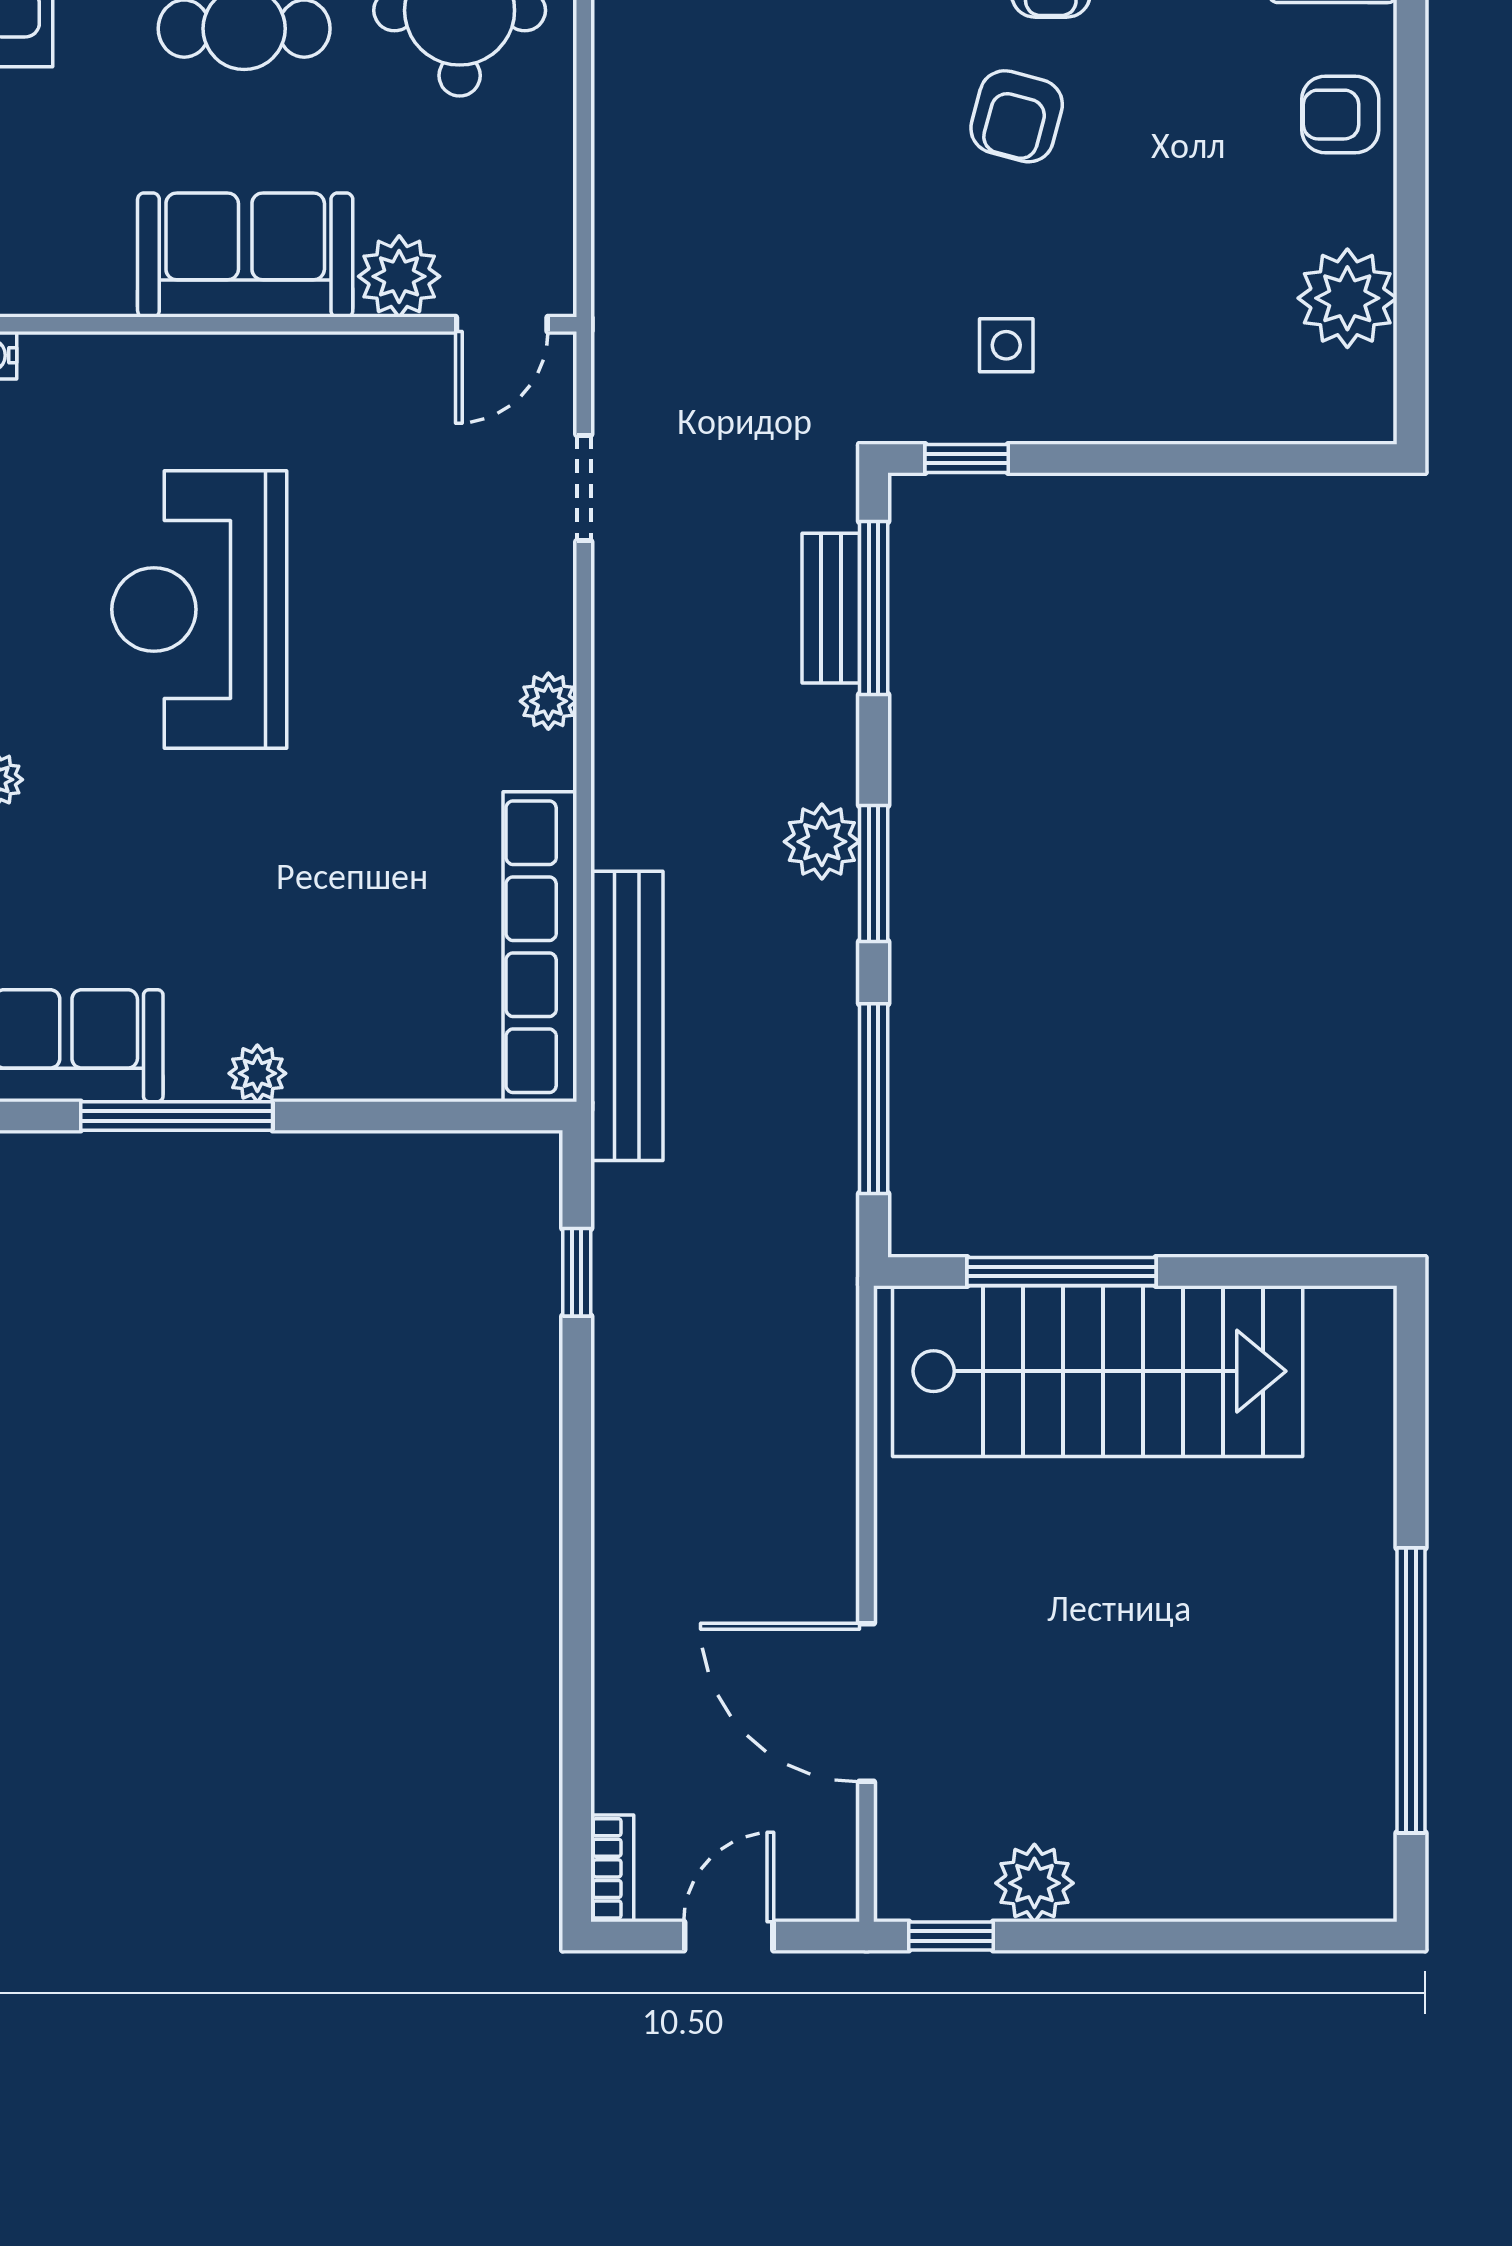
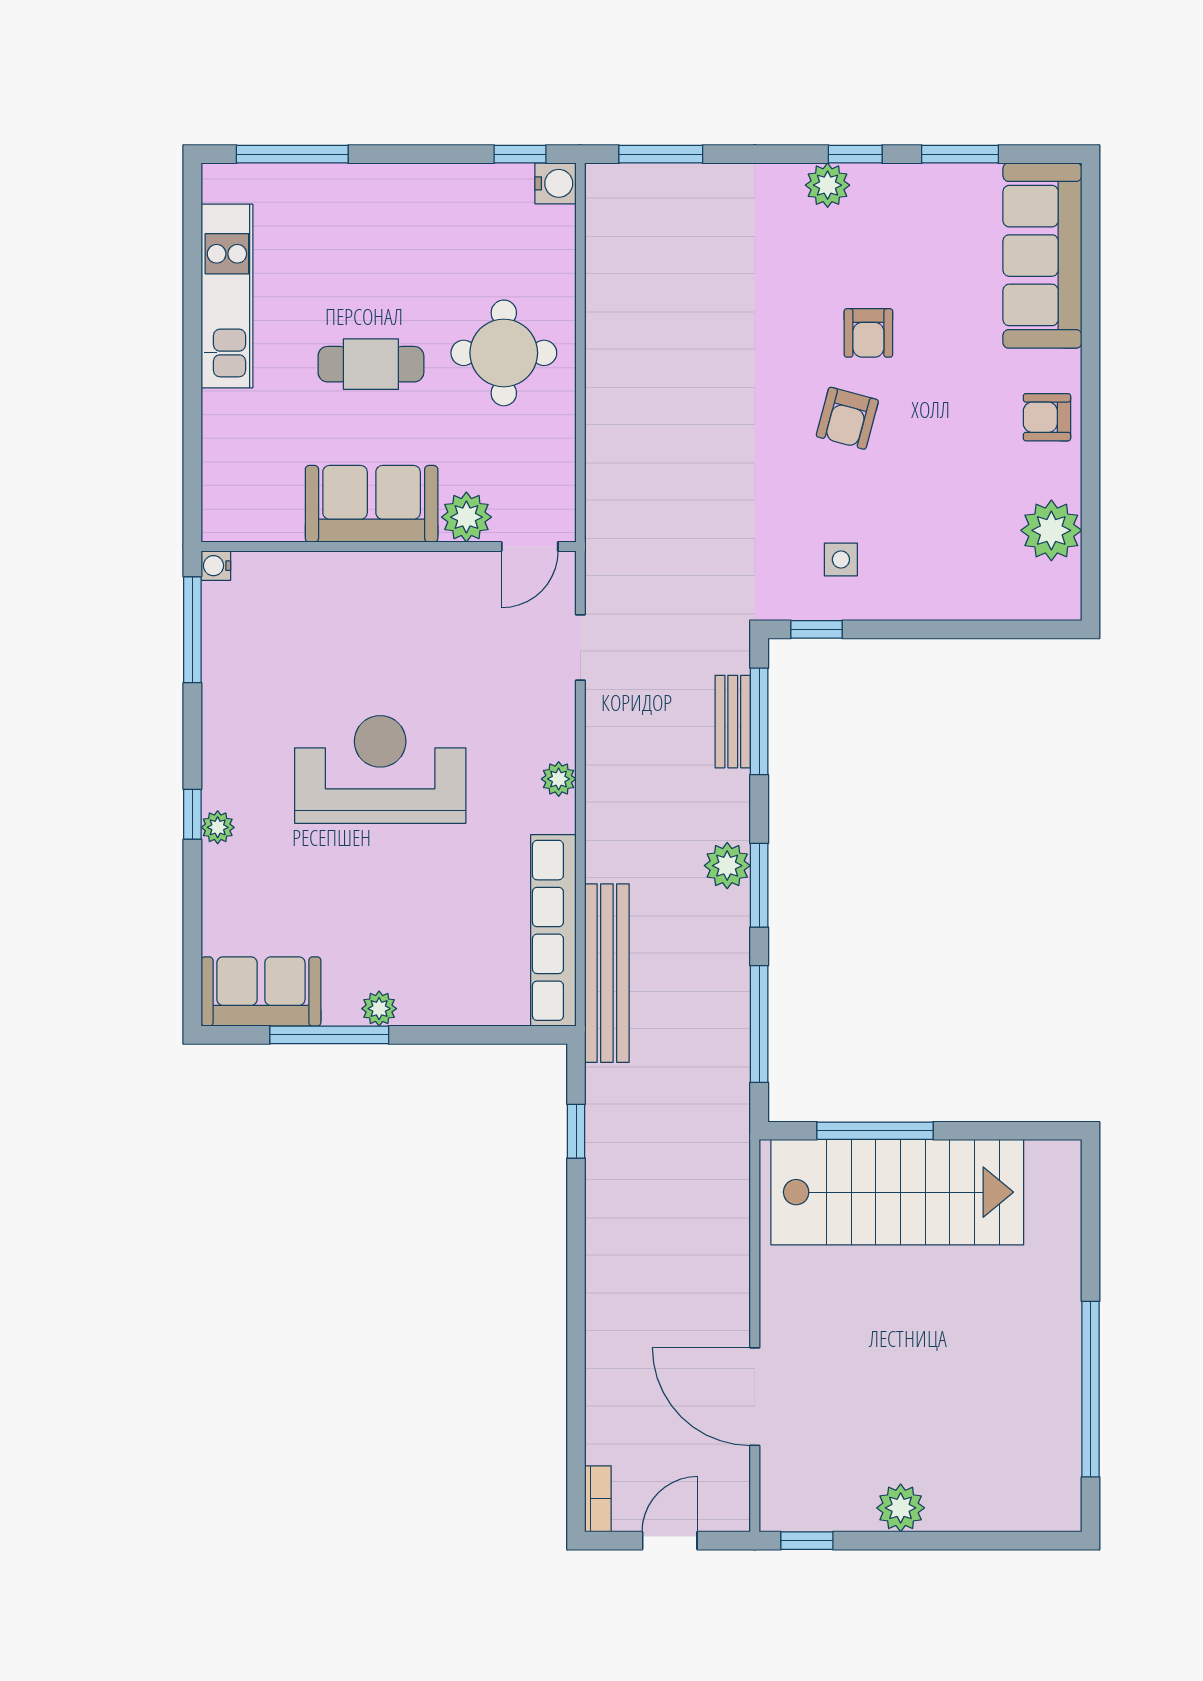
reception desk: (199, 609) -> (380, 769), moved, turned 90
plant: (1034, 1883) -> (901, 1508), moved

